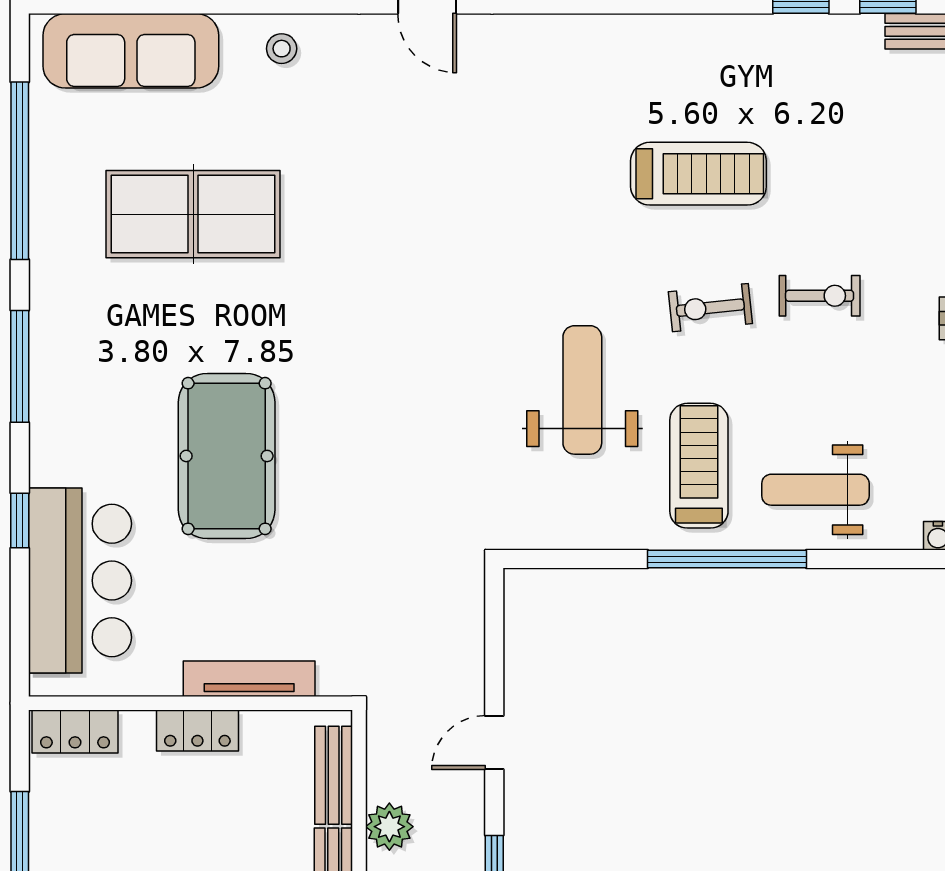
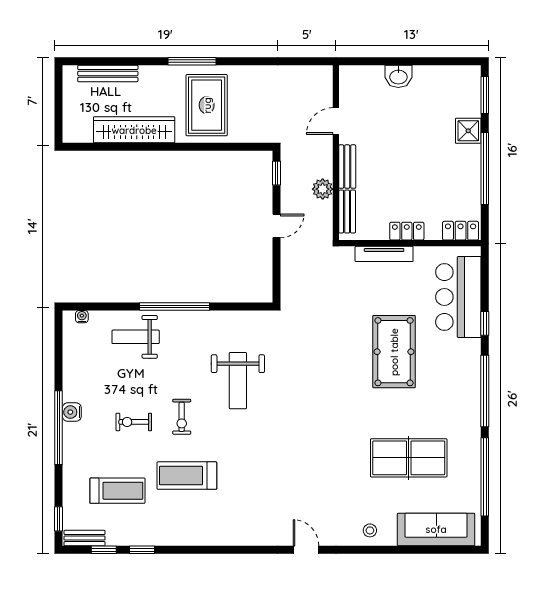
exercise bike: (710, 308) -> (182, 417), turned 96
window: (20, 366) -> (485, 391), width x1.46
treadmill: (699, 466) -> (117, 491), moved, turned -90
weight bench: (815, 490) -> (136, 337), turned 180

